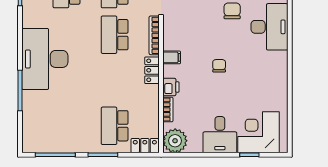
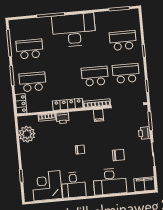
filing cabinet: (172, 57) -> (99, 115), moved
locker: (152, 70) -> (68, 104), width x1.53
school desk: (66, 126) -> (30, 49), added
corner desk: (259, 132) -> (47, 186), moved, turned -90
desk: (220, 135) -> (73, 185), moved, turned -90
plant: (175, 141) -> (27, 134), moved

